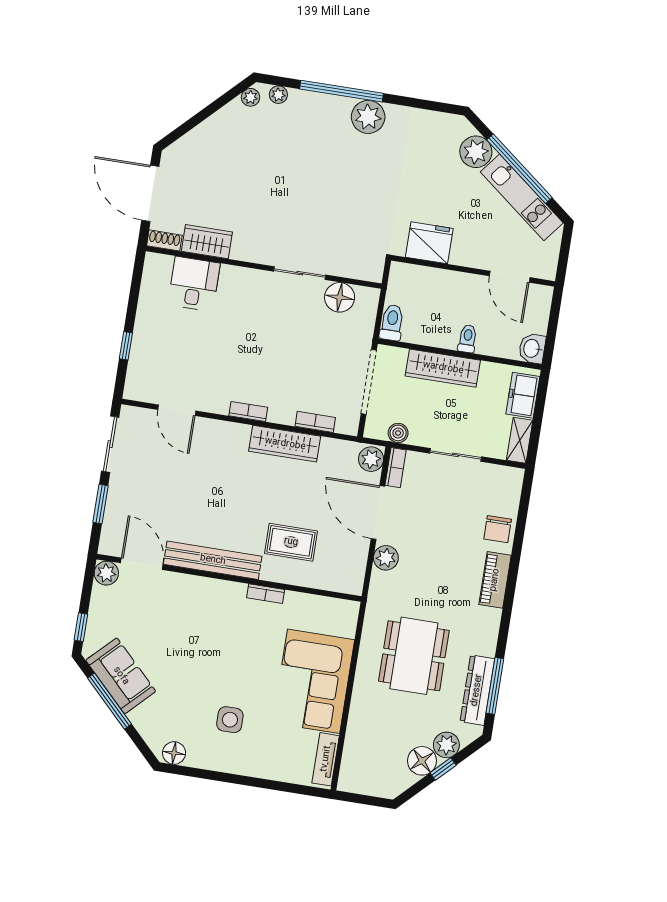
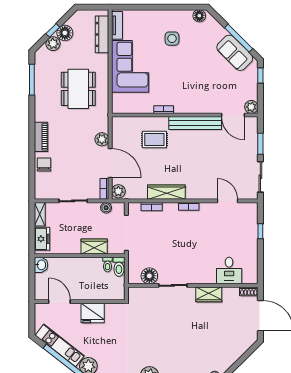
wardrobe: (207, 242) -> (209, 294), moved
fridge: (429, 243) -> (93, 313), moved
toilet: (467, 339) -> (107, 265), moved
wardrobe: (443, 368) -> (94, 247), width x0.67
dresser: (477, 690) -> (102, 34), moved, turned 180

